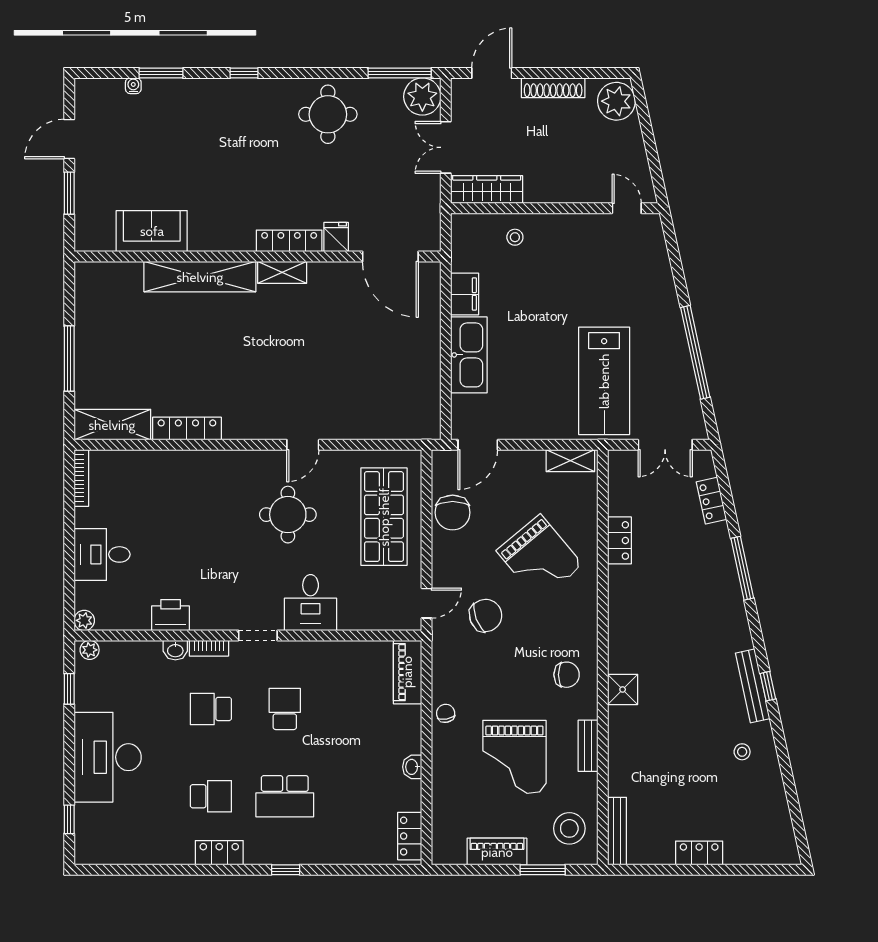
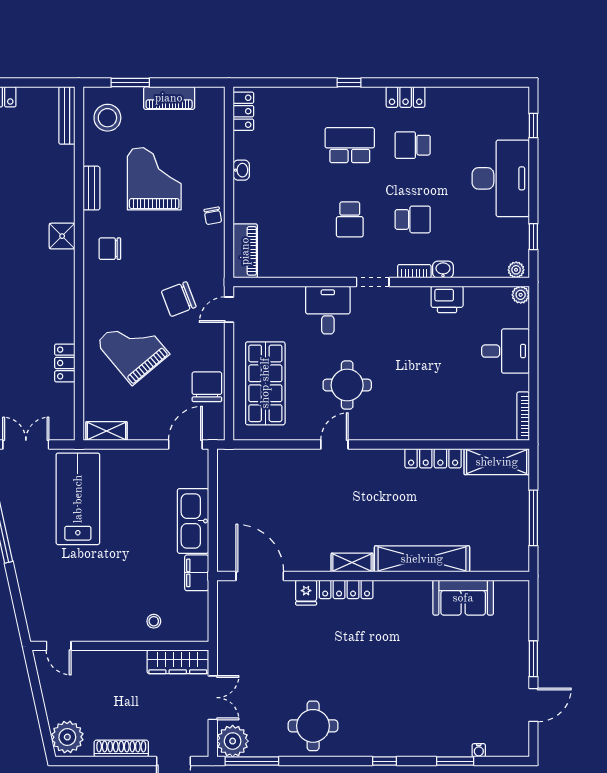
sofa: (152, 231) -> (463, 598), moved
fridge: (336, 237) -> (306, 593), moved
locker: (289, 241) -> (346, 589), moved
wall: (257, 257) -> (373, 576), moved
door: (390, 257) -> (260, 576), moved
shelving: (282, 272) -> (352, 563), moved
shelving: (200, 277) -> (422, 559), moved

